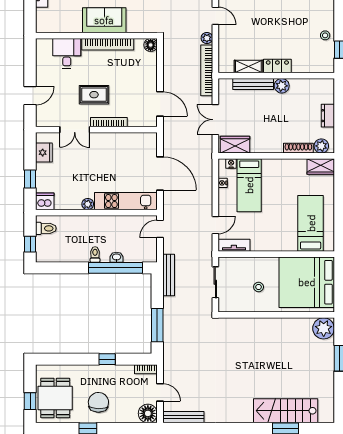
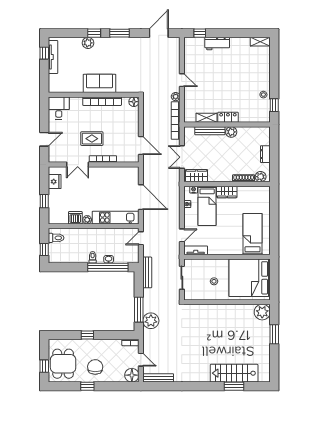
desk: (67, 53) -> (59, 108), moved
wardrobe: (321, 167) -> (227, 192), moved
dishwasher: (45, 201) -> (75, 218), moved
plant: (173, 340) -> (151, 321), added
window: (107, 359) -> (87, 335), moved

